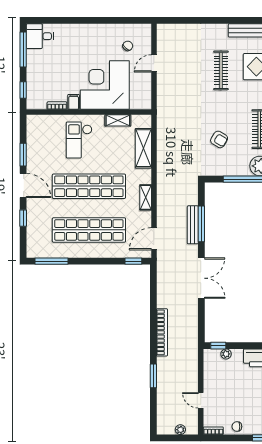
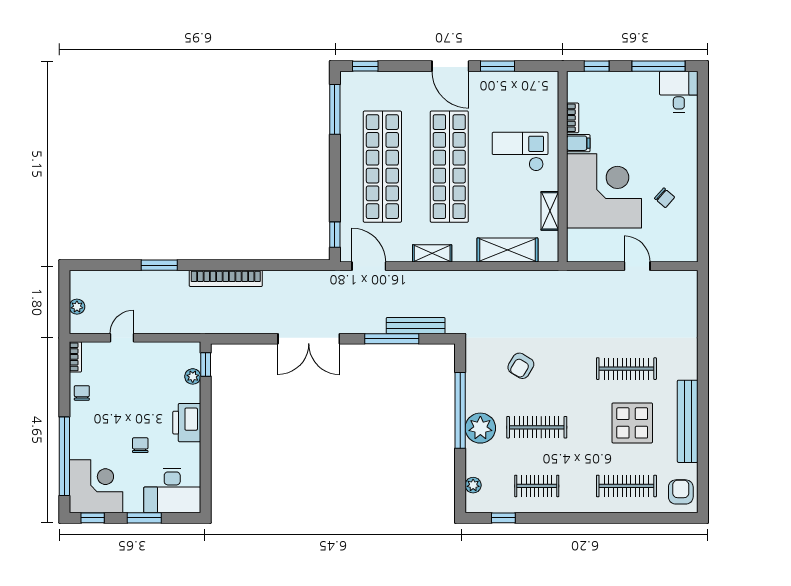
chair: (128, 46) -> (665, 198), moved
door: (23, 185) -> (450, 66), hinge flipped
window: (23, 218) -> (365, 66), moved
bench: (193, 225) -> (416, 326), moved

